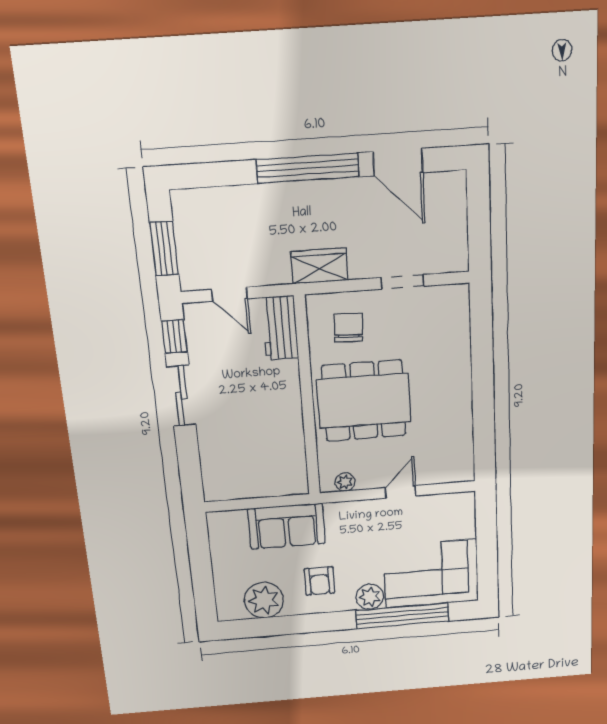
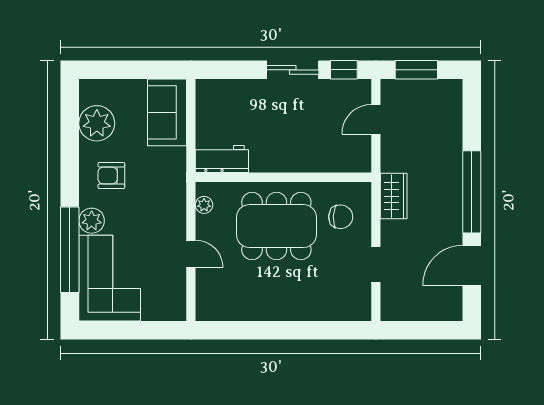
workbench: (280, 328) -> (222, 159), moved
dining table: (364, 401) -> (276, 226), turned 90
sofa: (287, 526) -> (167, 112), moved

